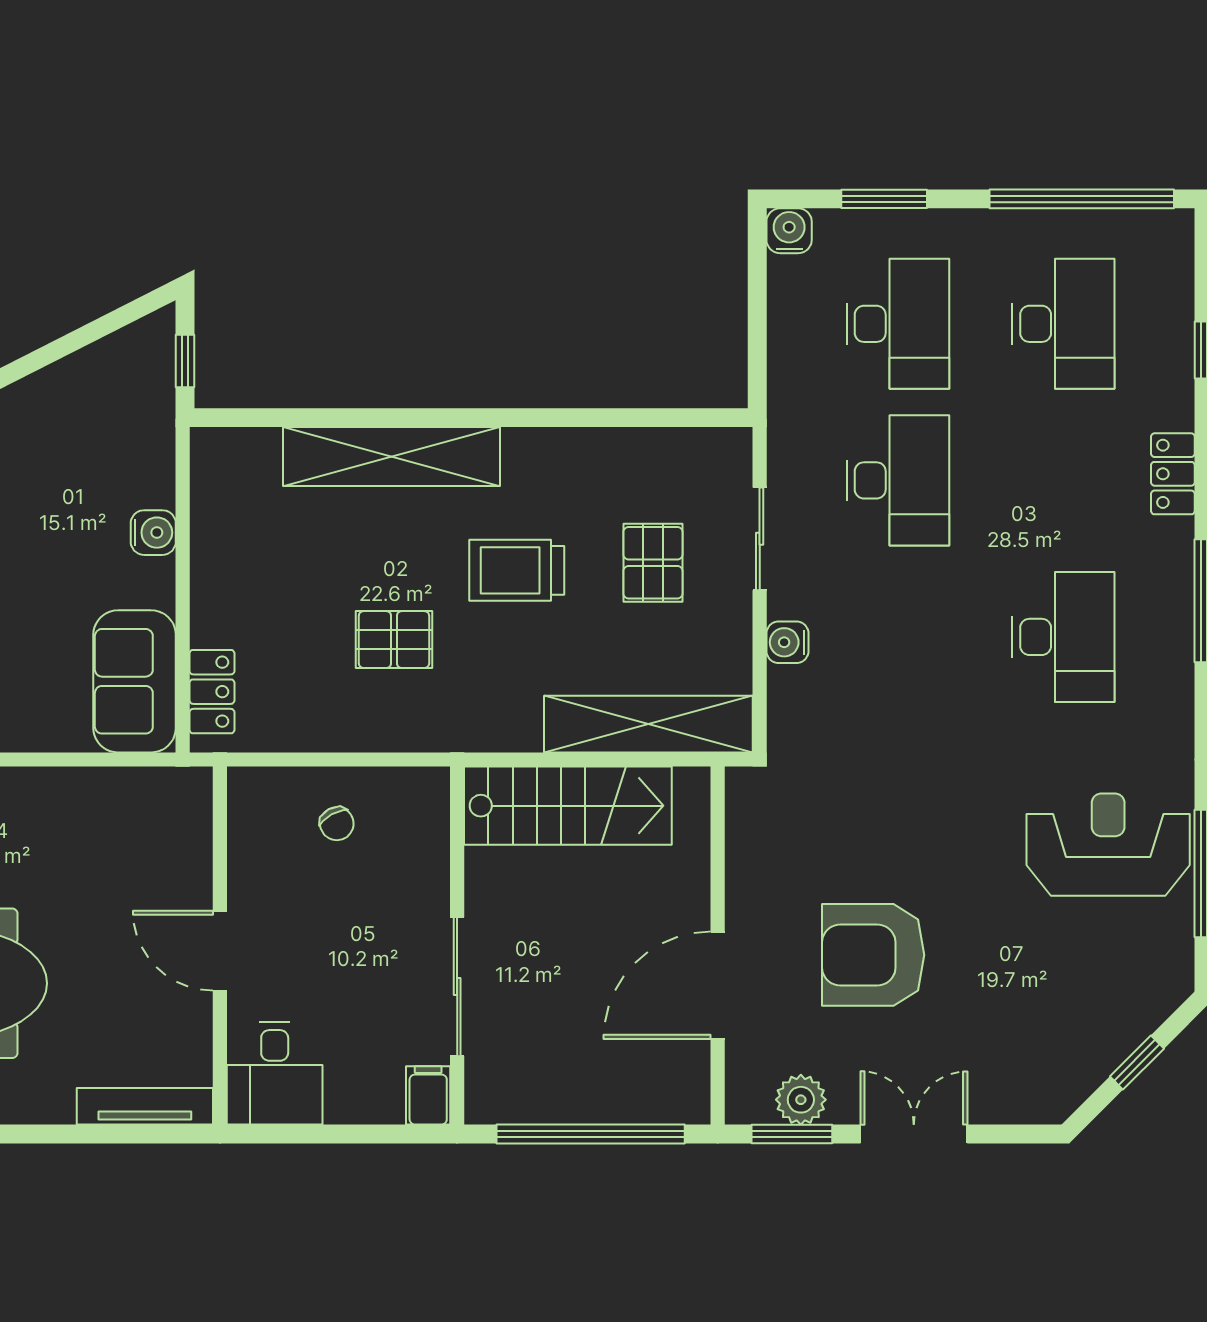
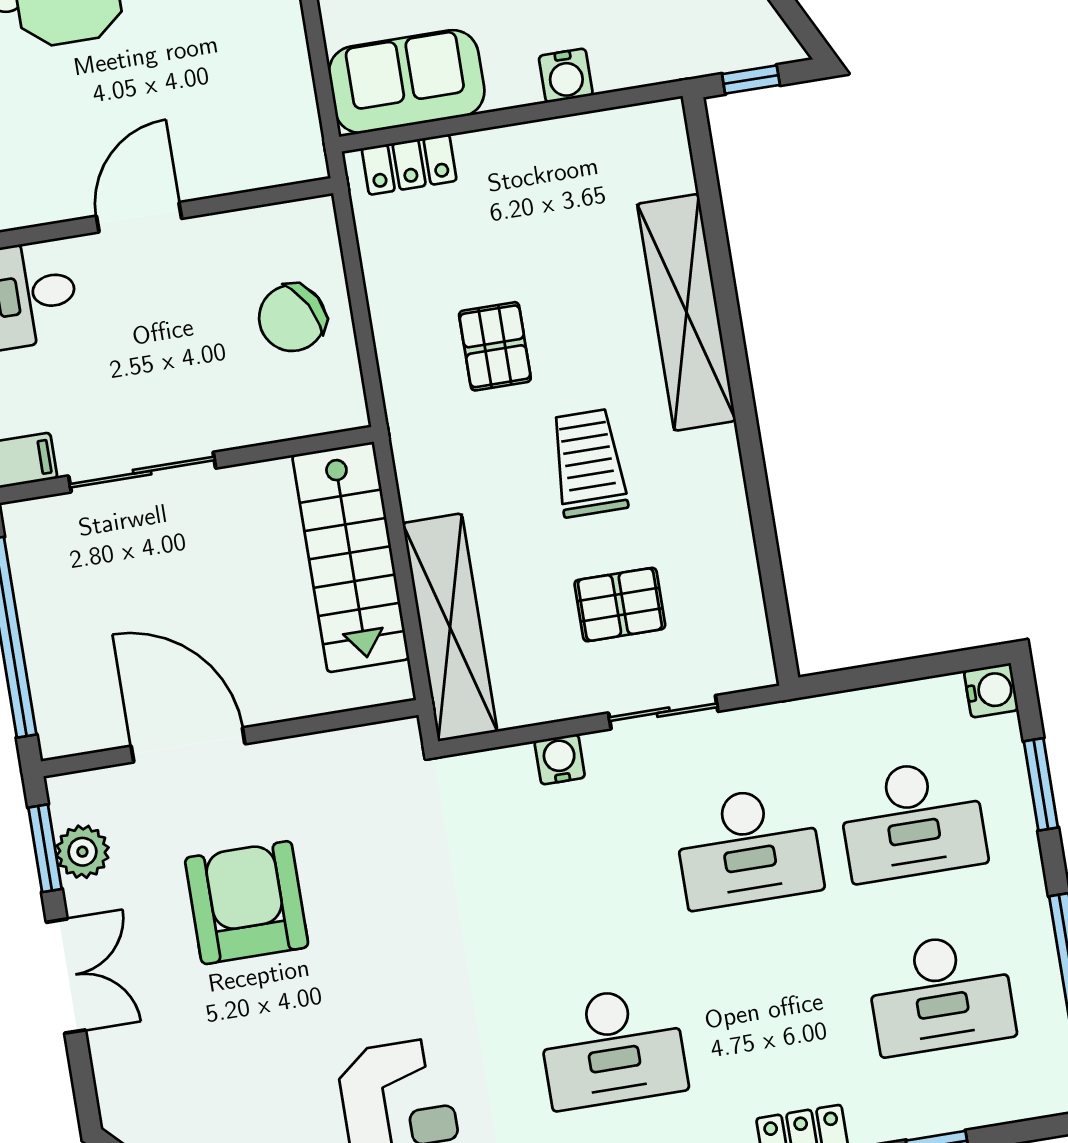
chair: (337, 824) -> (292, 318), width x1.87, depth x1.87

